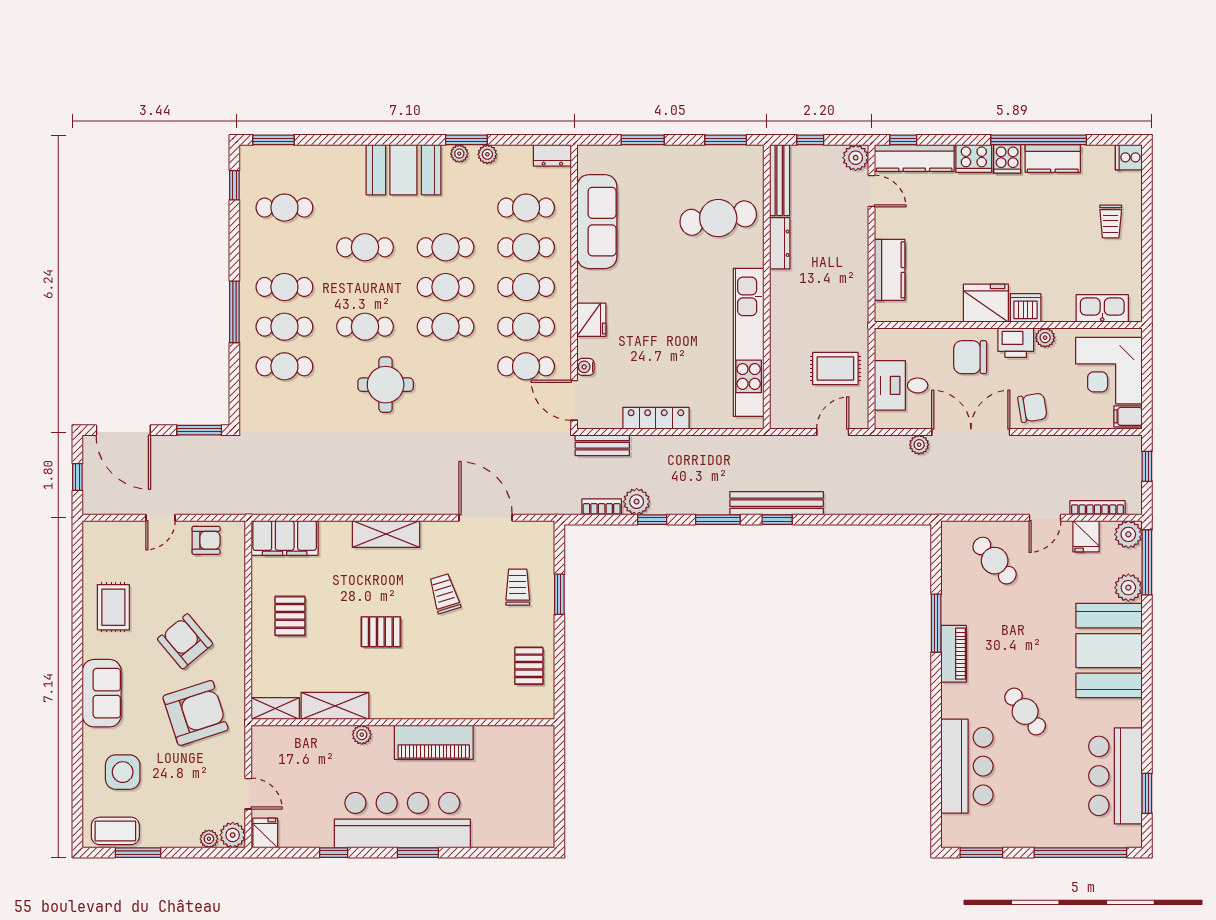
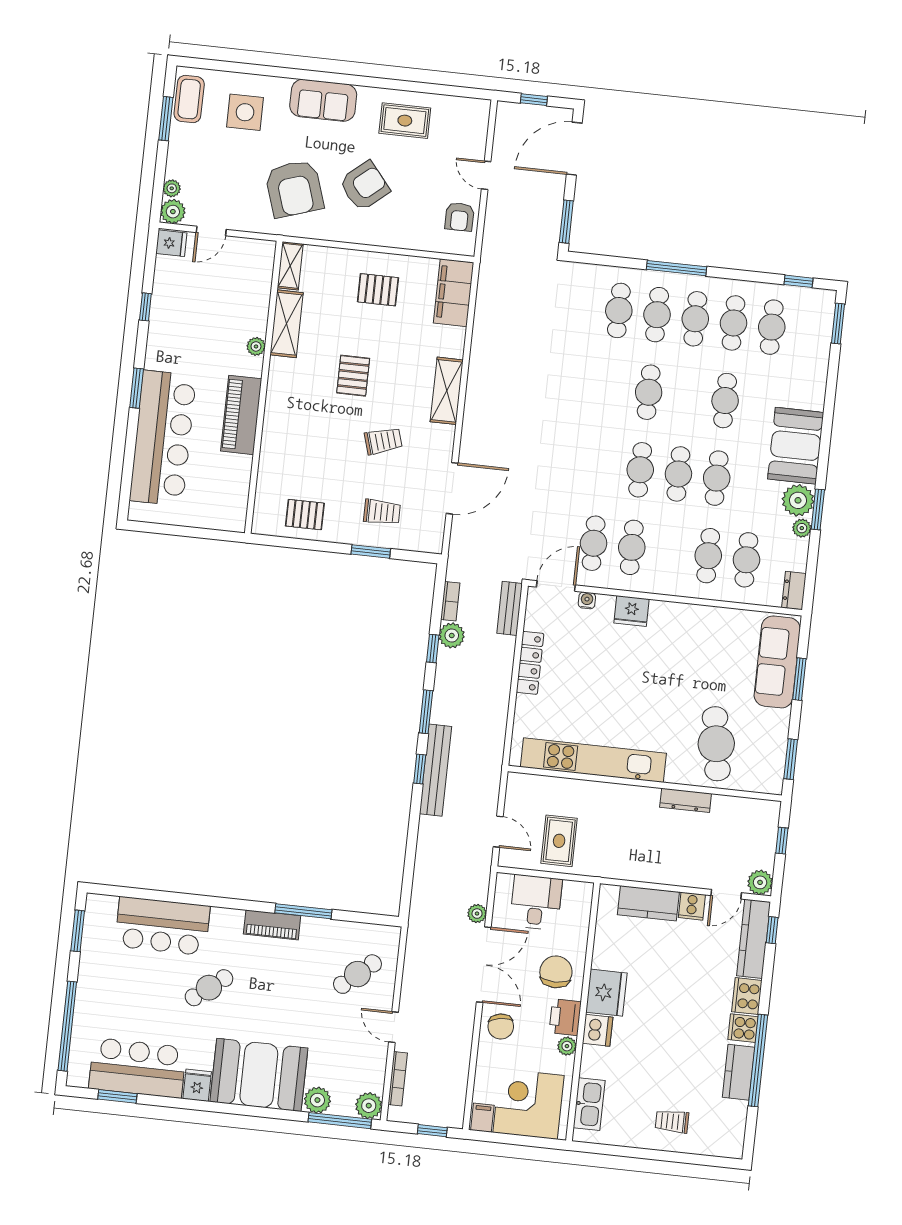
plant: (459, 154) -> (798, 500), width x1.87, depth x1.87
cooker: (1129, 157) -> (692, 906), moved, turned 180
bench: (780, 180) -> (746, 807), removed
sofa: (597, 222) -> (777, 662), moved, turned 90
cafe table: (526, 287) -> (734, 323), moved
round table: (386, 385) -> (591, 406), removed
fridge: (1086, 536) -> (197, 1085), moved, turned 90
bar counter: (402, 820) -> (163, 438), moved

